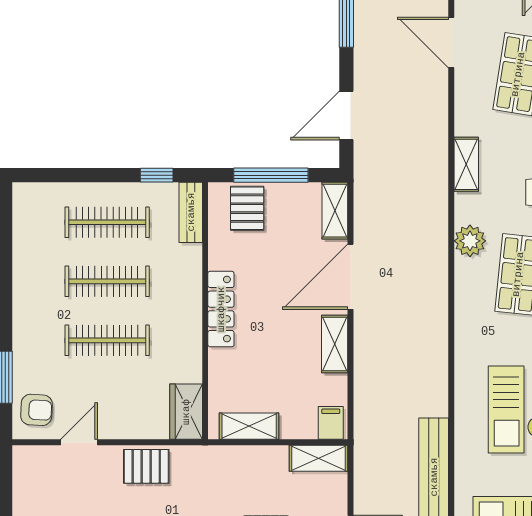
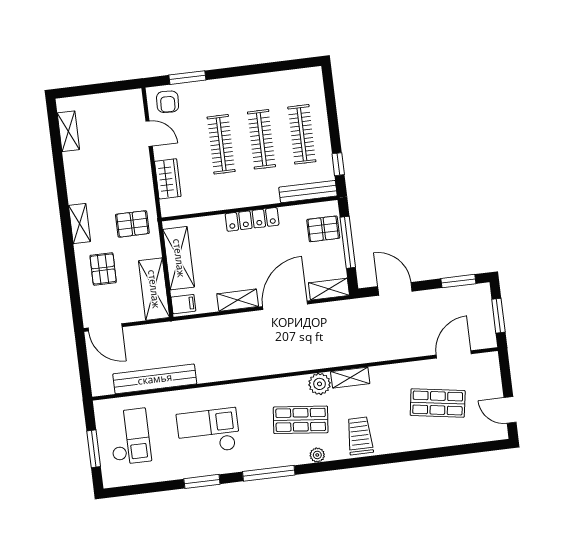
shelving: (466, 164) -> (350, 378), moved
bench: (191, 212) -> (308, 192), width x1.36
door: (351, 277) -> (285, 305), hinge flipped
wardrobe: (186, 412) -> (168, 179), moved, turned 90
shelving: (249, 426) -> (179, 258), width x1.50, depth x1.33
shelving: (319, 458) -> (154, 289), width x1.50, depth x1.33
pallet: (146, 466) -> (132, 224), moved, turned 90

